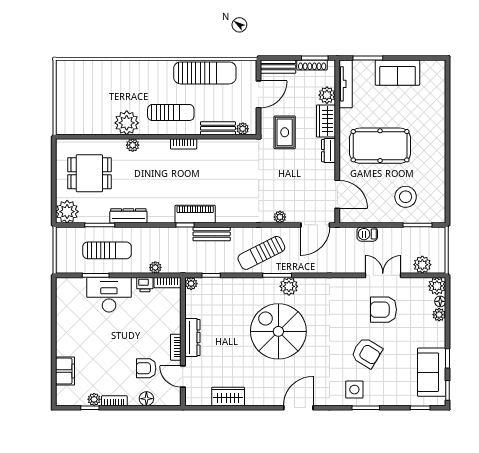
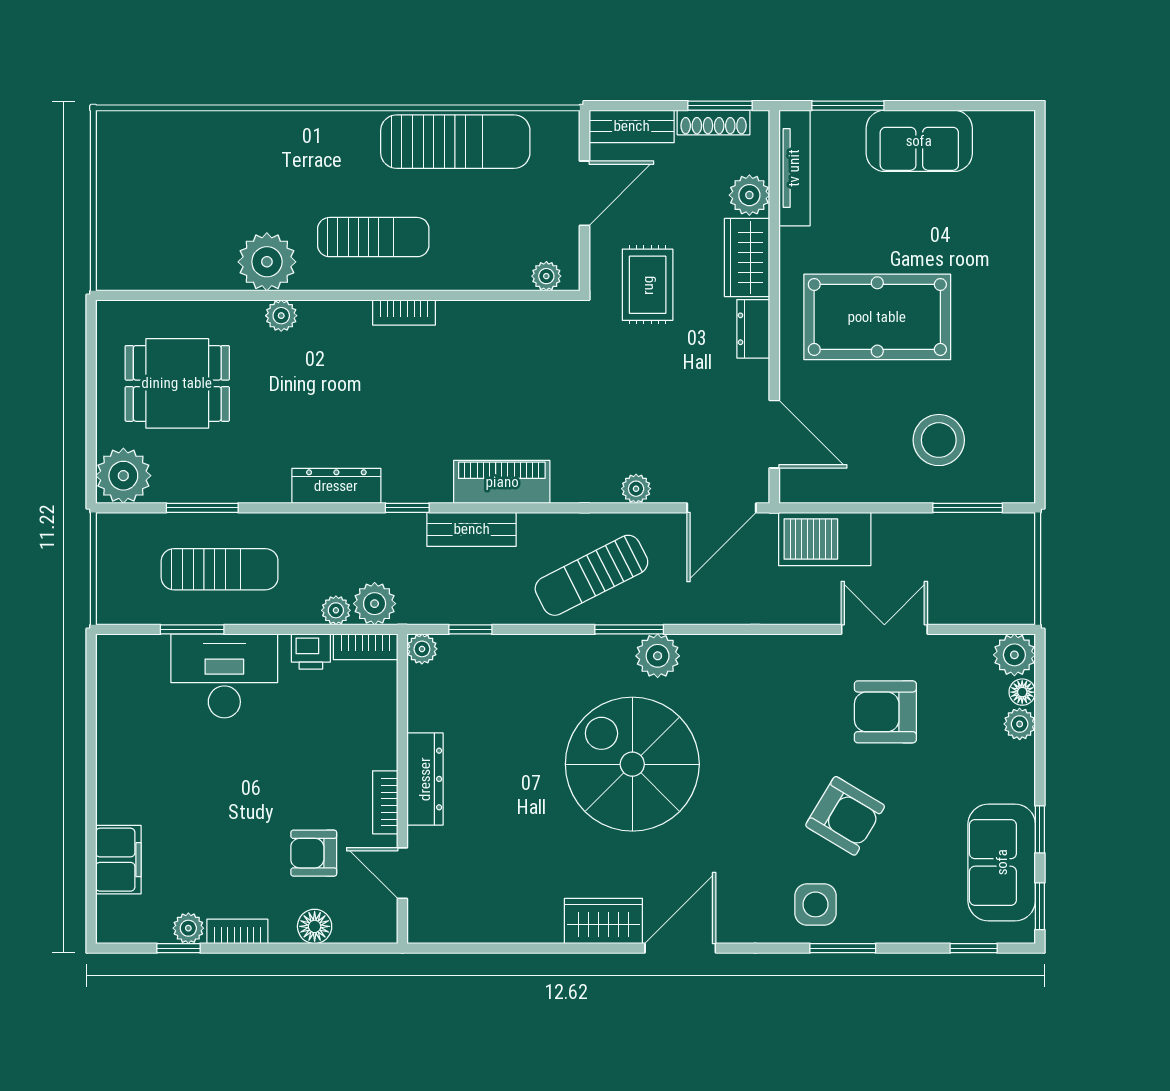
bench: (218, 128) -> (487, 275), removed
piano: (195, 214) -> (502, 482), moved
dresser: (128, 216) -> (336, 486), moved
barbecue: (367, 234) -> (825, 539), width x1.88, depth x1.53
plant: (422, 265) -> (375, 604), moved
wardrobe: (228, 396) -> (603, 921), moved

